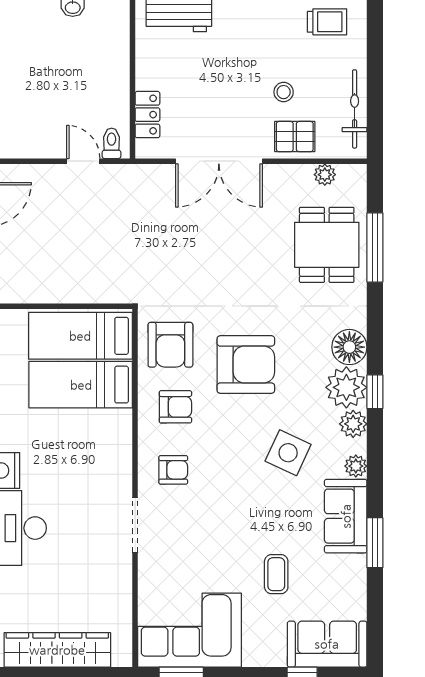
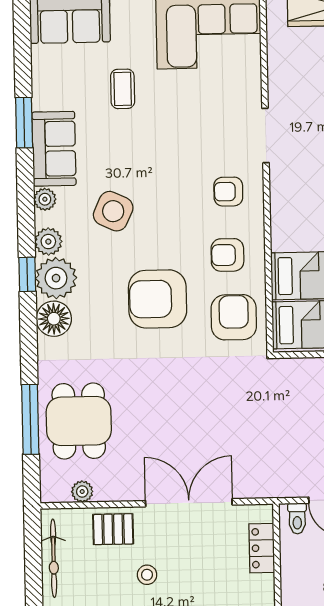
stool: (284, 92) -> (147, 575), moved

